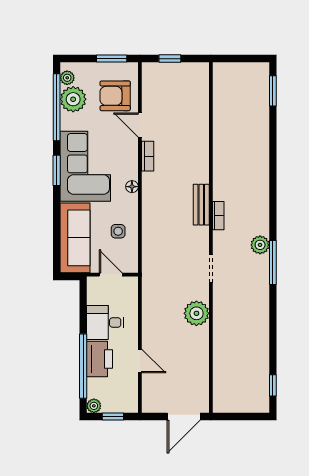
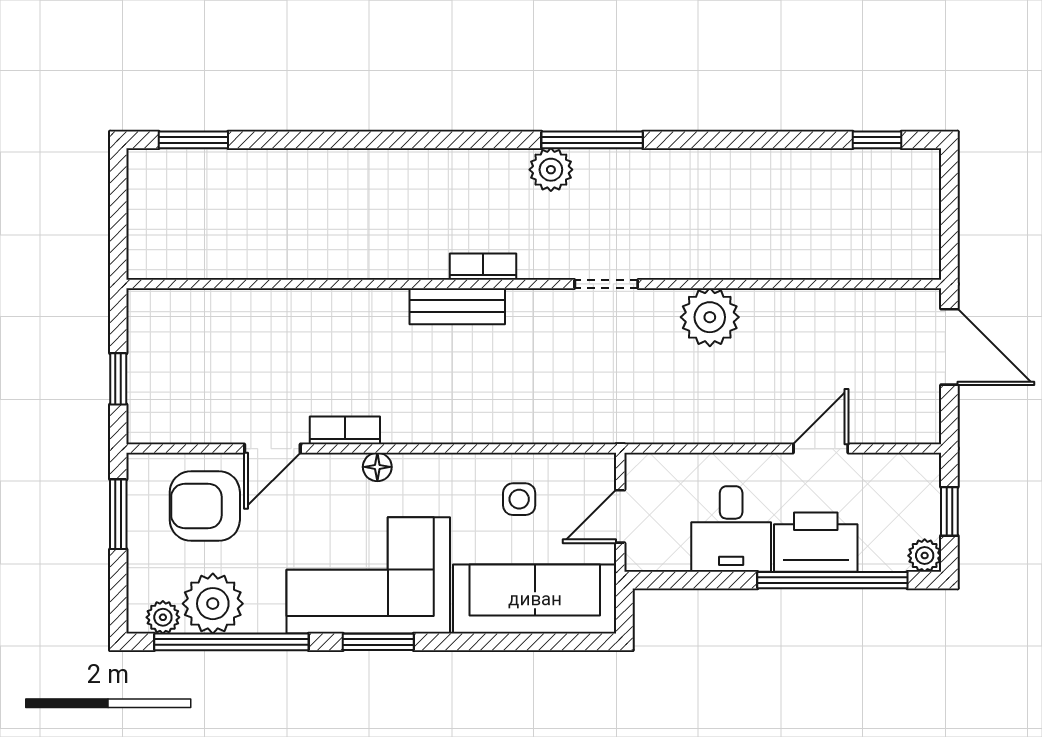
armchair: (115, 96) -> (205, 506), turned 90
floor lamp: (132, 187) -> (377, 467), moved

